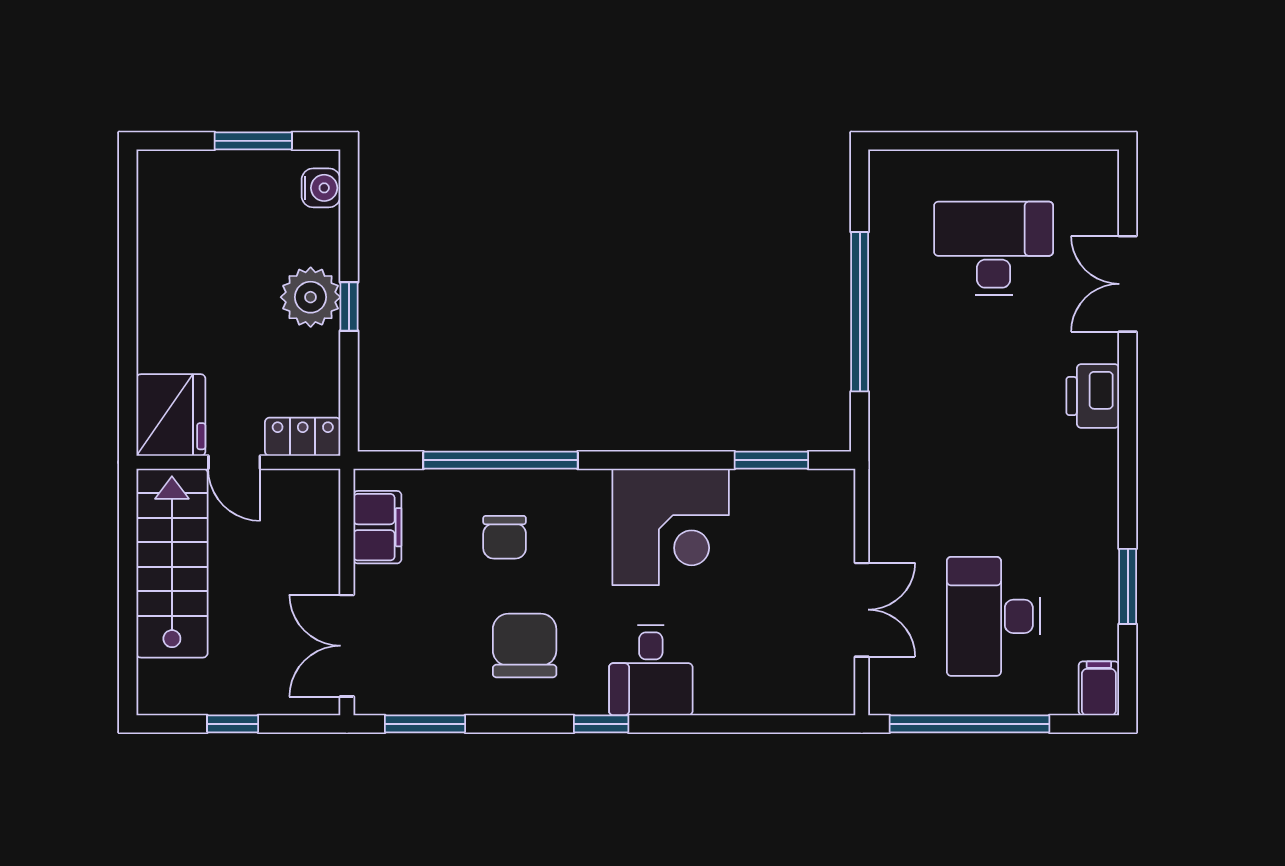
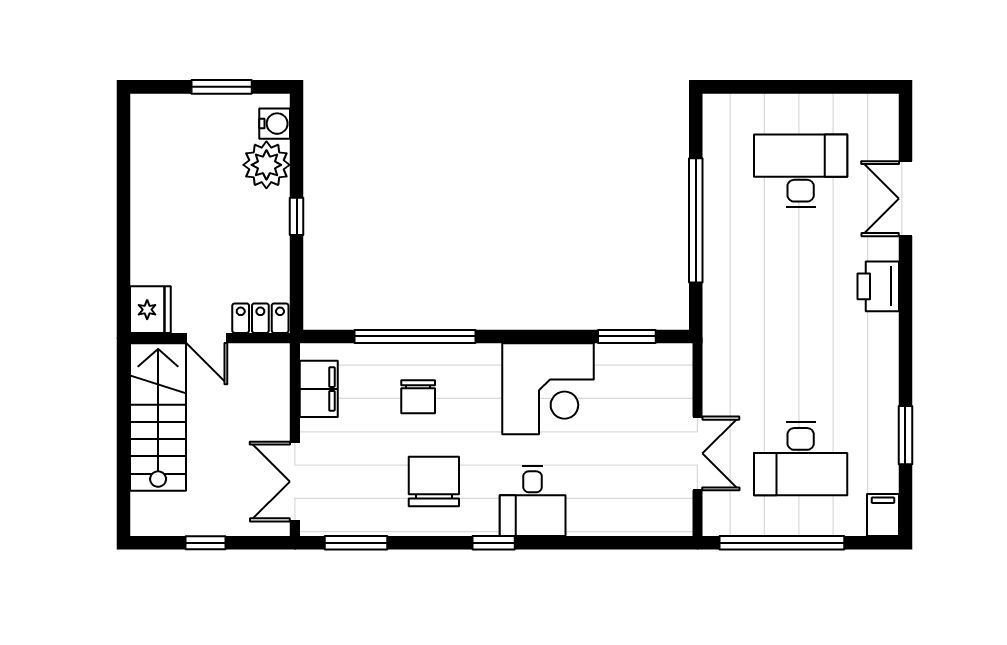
plant: (311, 297) -> (266, 165), moved
fridge: (171, 415) -> (150, 310), width x0.73, depth x0.75
desk: (994, 616) -> (801, 459), turned -90

